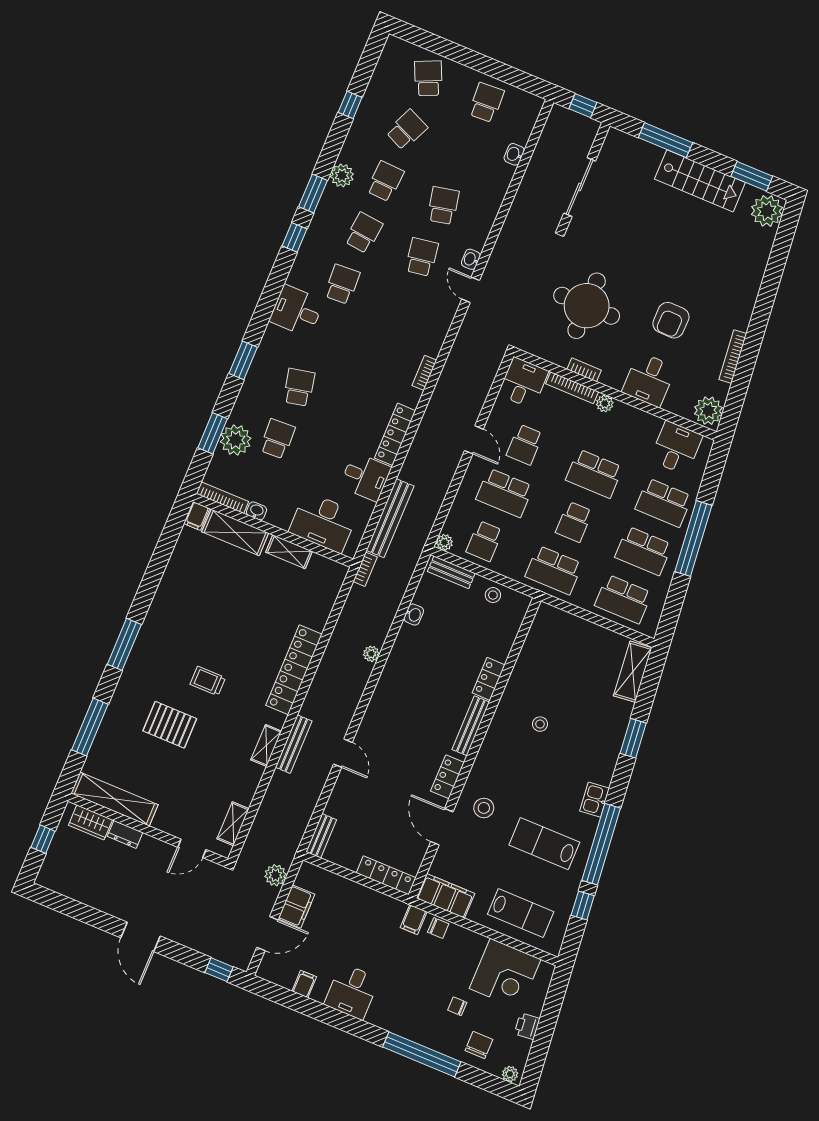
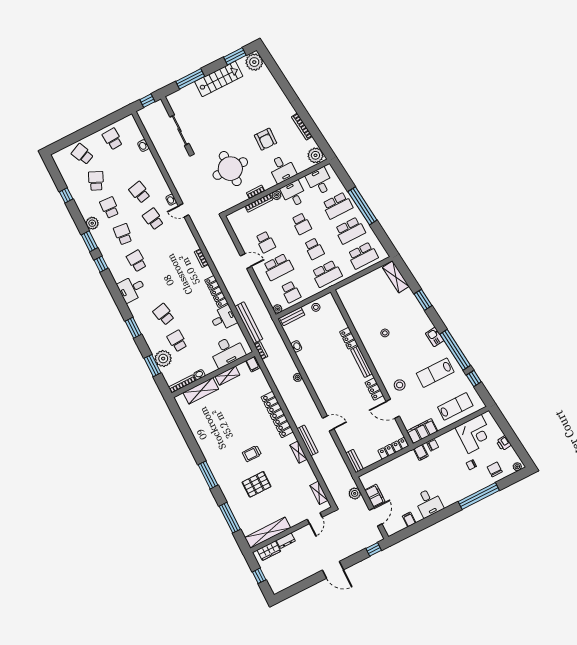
desk: (523, 383) -> (294, 194), moved
school desk: (594, 474) -> (301, 224), width x0.54
filing cabinet: (197, 516) -> (253, 364), moved

